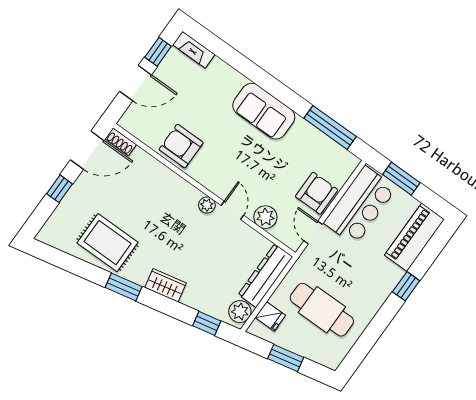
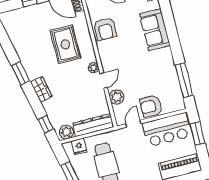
sofa: (264, 111) -> (155, 30), moved
armchair: (181, 146) -> (105, 29), turned 180
armchair: (317, 193) -> (151, 106), turned 180
rug: (107, 243) -> (65, 44), moved

